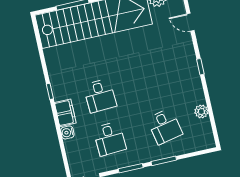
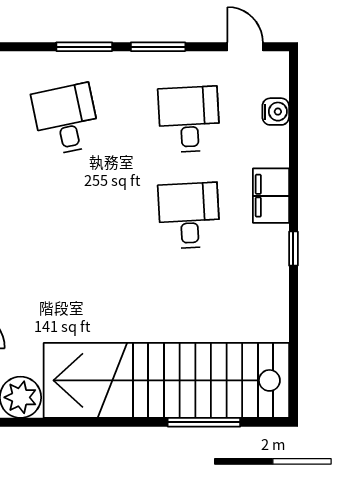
water cooler: (67, 132) -> (276, 112), moved

